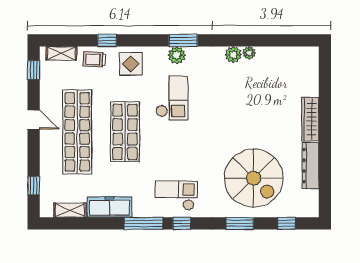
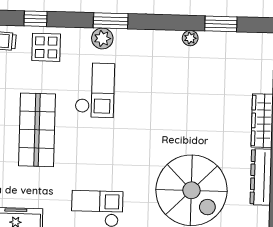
window: (107, 40) -> (36, 19), moved
window: (274, 40) -> (221, 24), added
plant: (233, 55) -> (171, 40), removed

